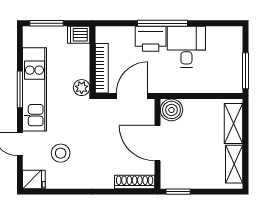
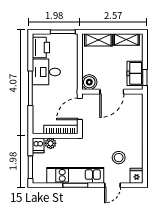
printer: (151, 39) -> (41, 48), moved
plant: (82, 88) -> (51, 143), moved
door: (132, 96) -> (80, 109), hinge flipped
freezer: (184, 177) -> (135, 73), added
shoe rack: (135, 182) -> (138, 107), removed

